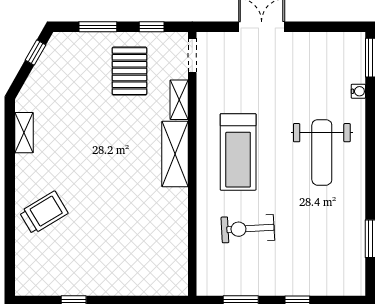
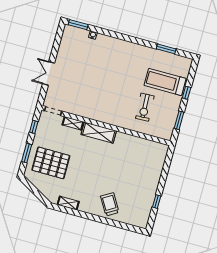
window: (36, 52) -> (31, 187), removed
pallet: (129, 71) -> (51, 163), moved, width x1.37, depth x1.41
treadmill: (238, 152) -> (165, 82), moved, turned 180
weight bench: (322, 152) -> (118, 61), removed

